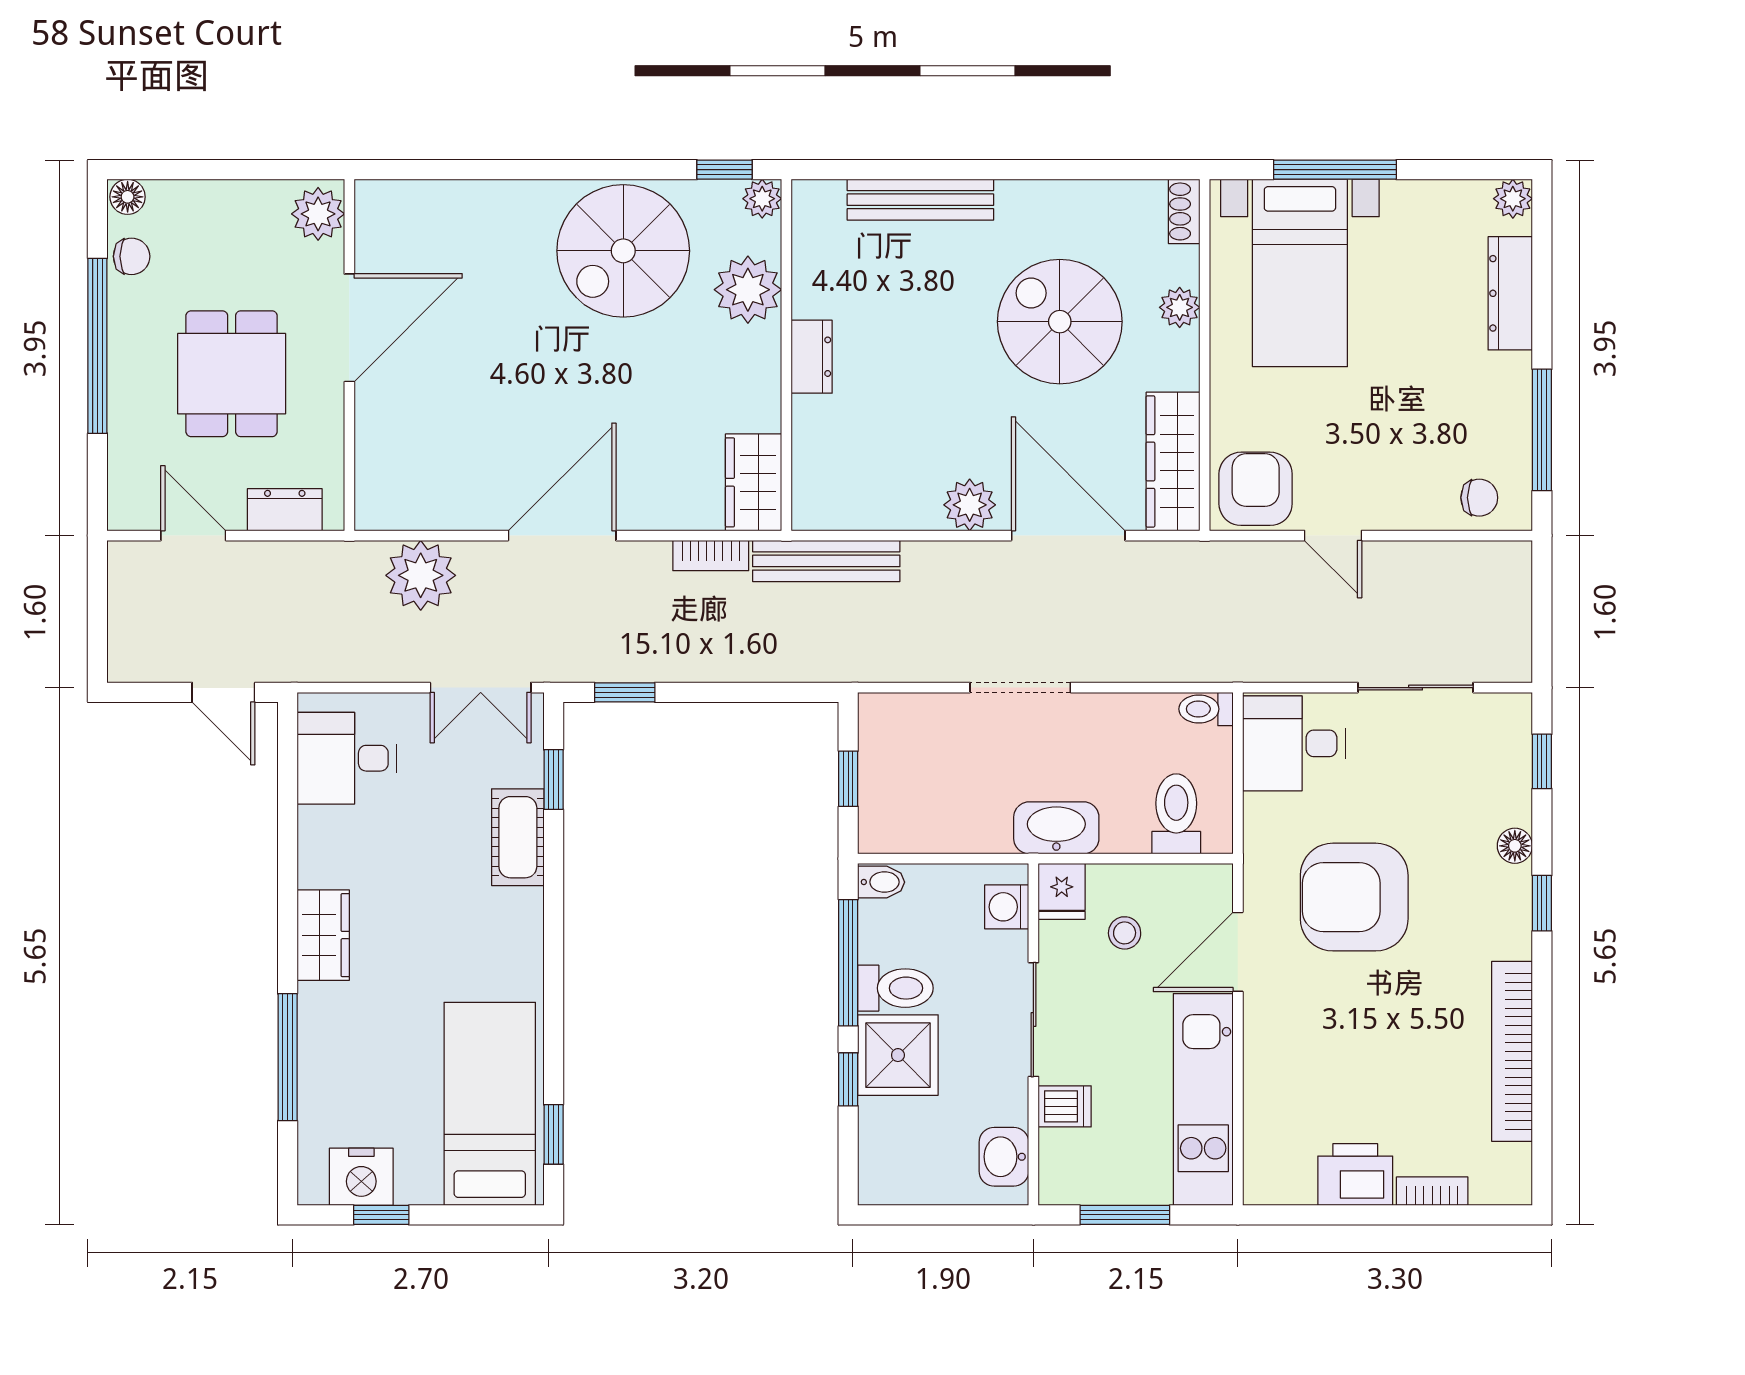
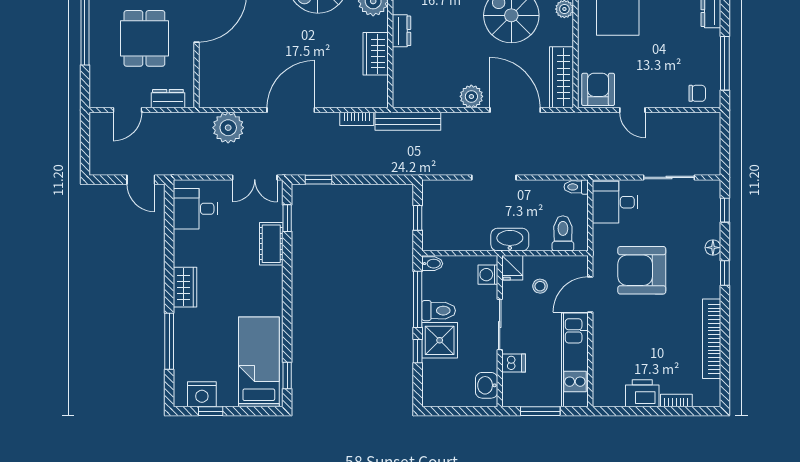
wardrobe: (754, 482) -> (376, 54), moved
door: (193, 536) -> (127, 110), swing flipped

